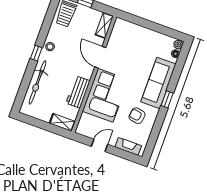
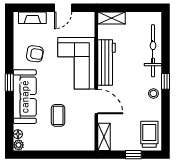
coffee table: (136, 57) -> (58, 115), added
workbench: (78, 92) -> (107, 62), width x1.38

